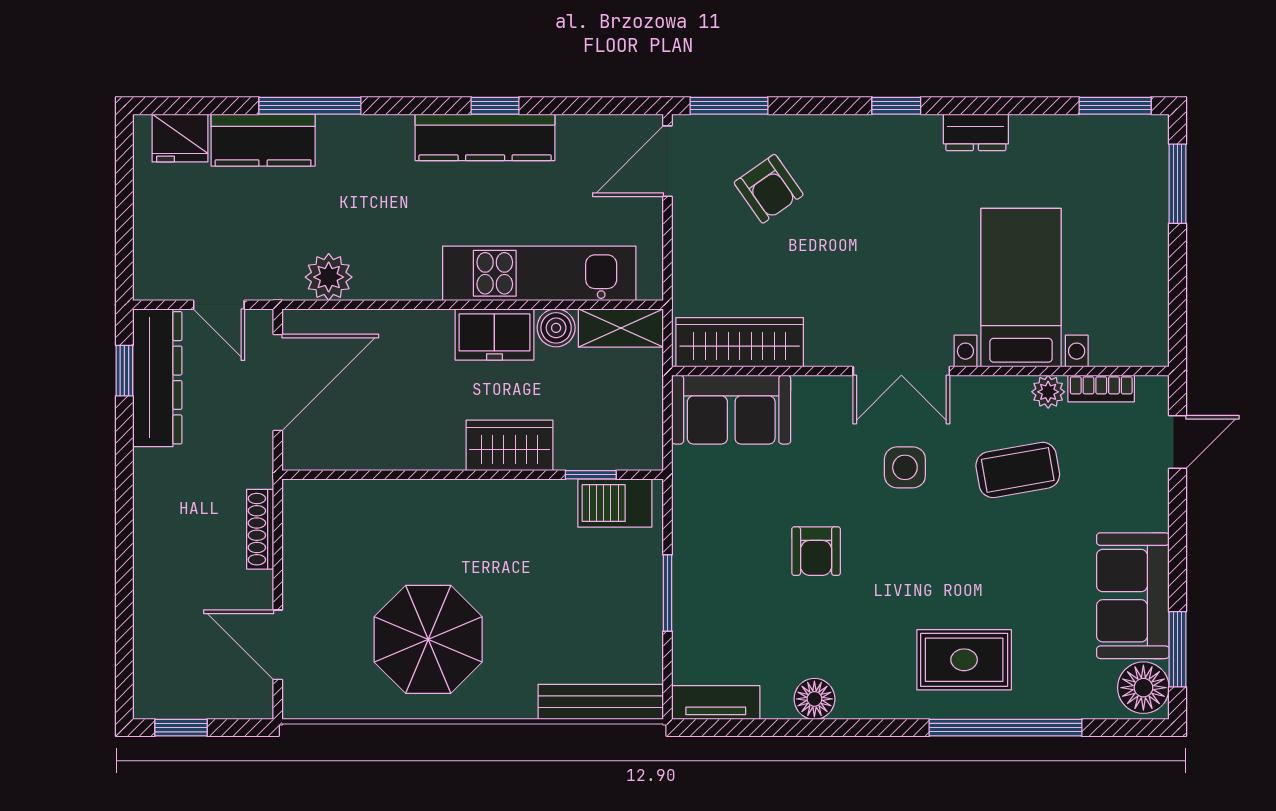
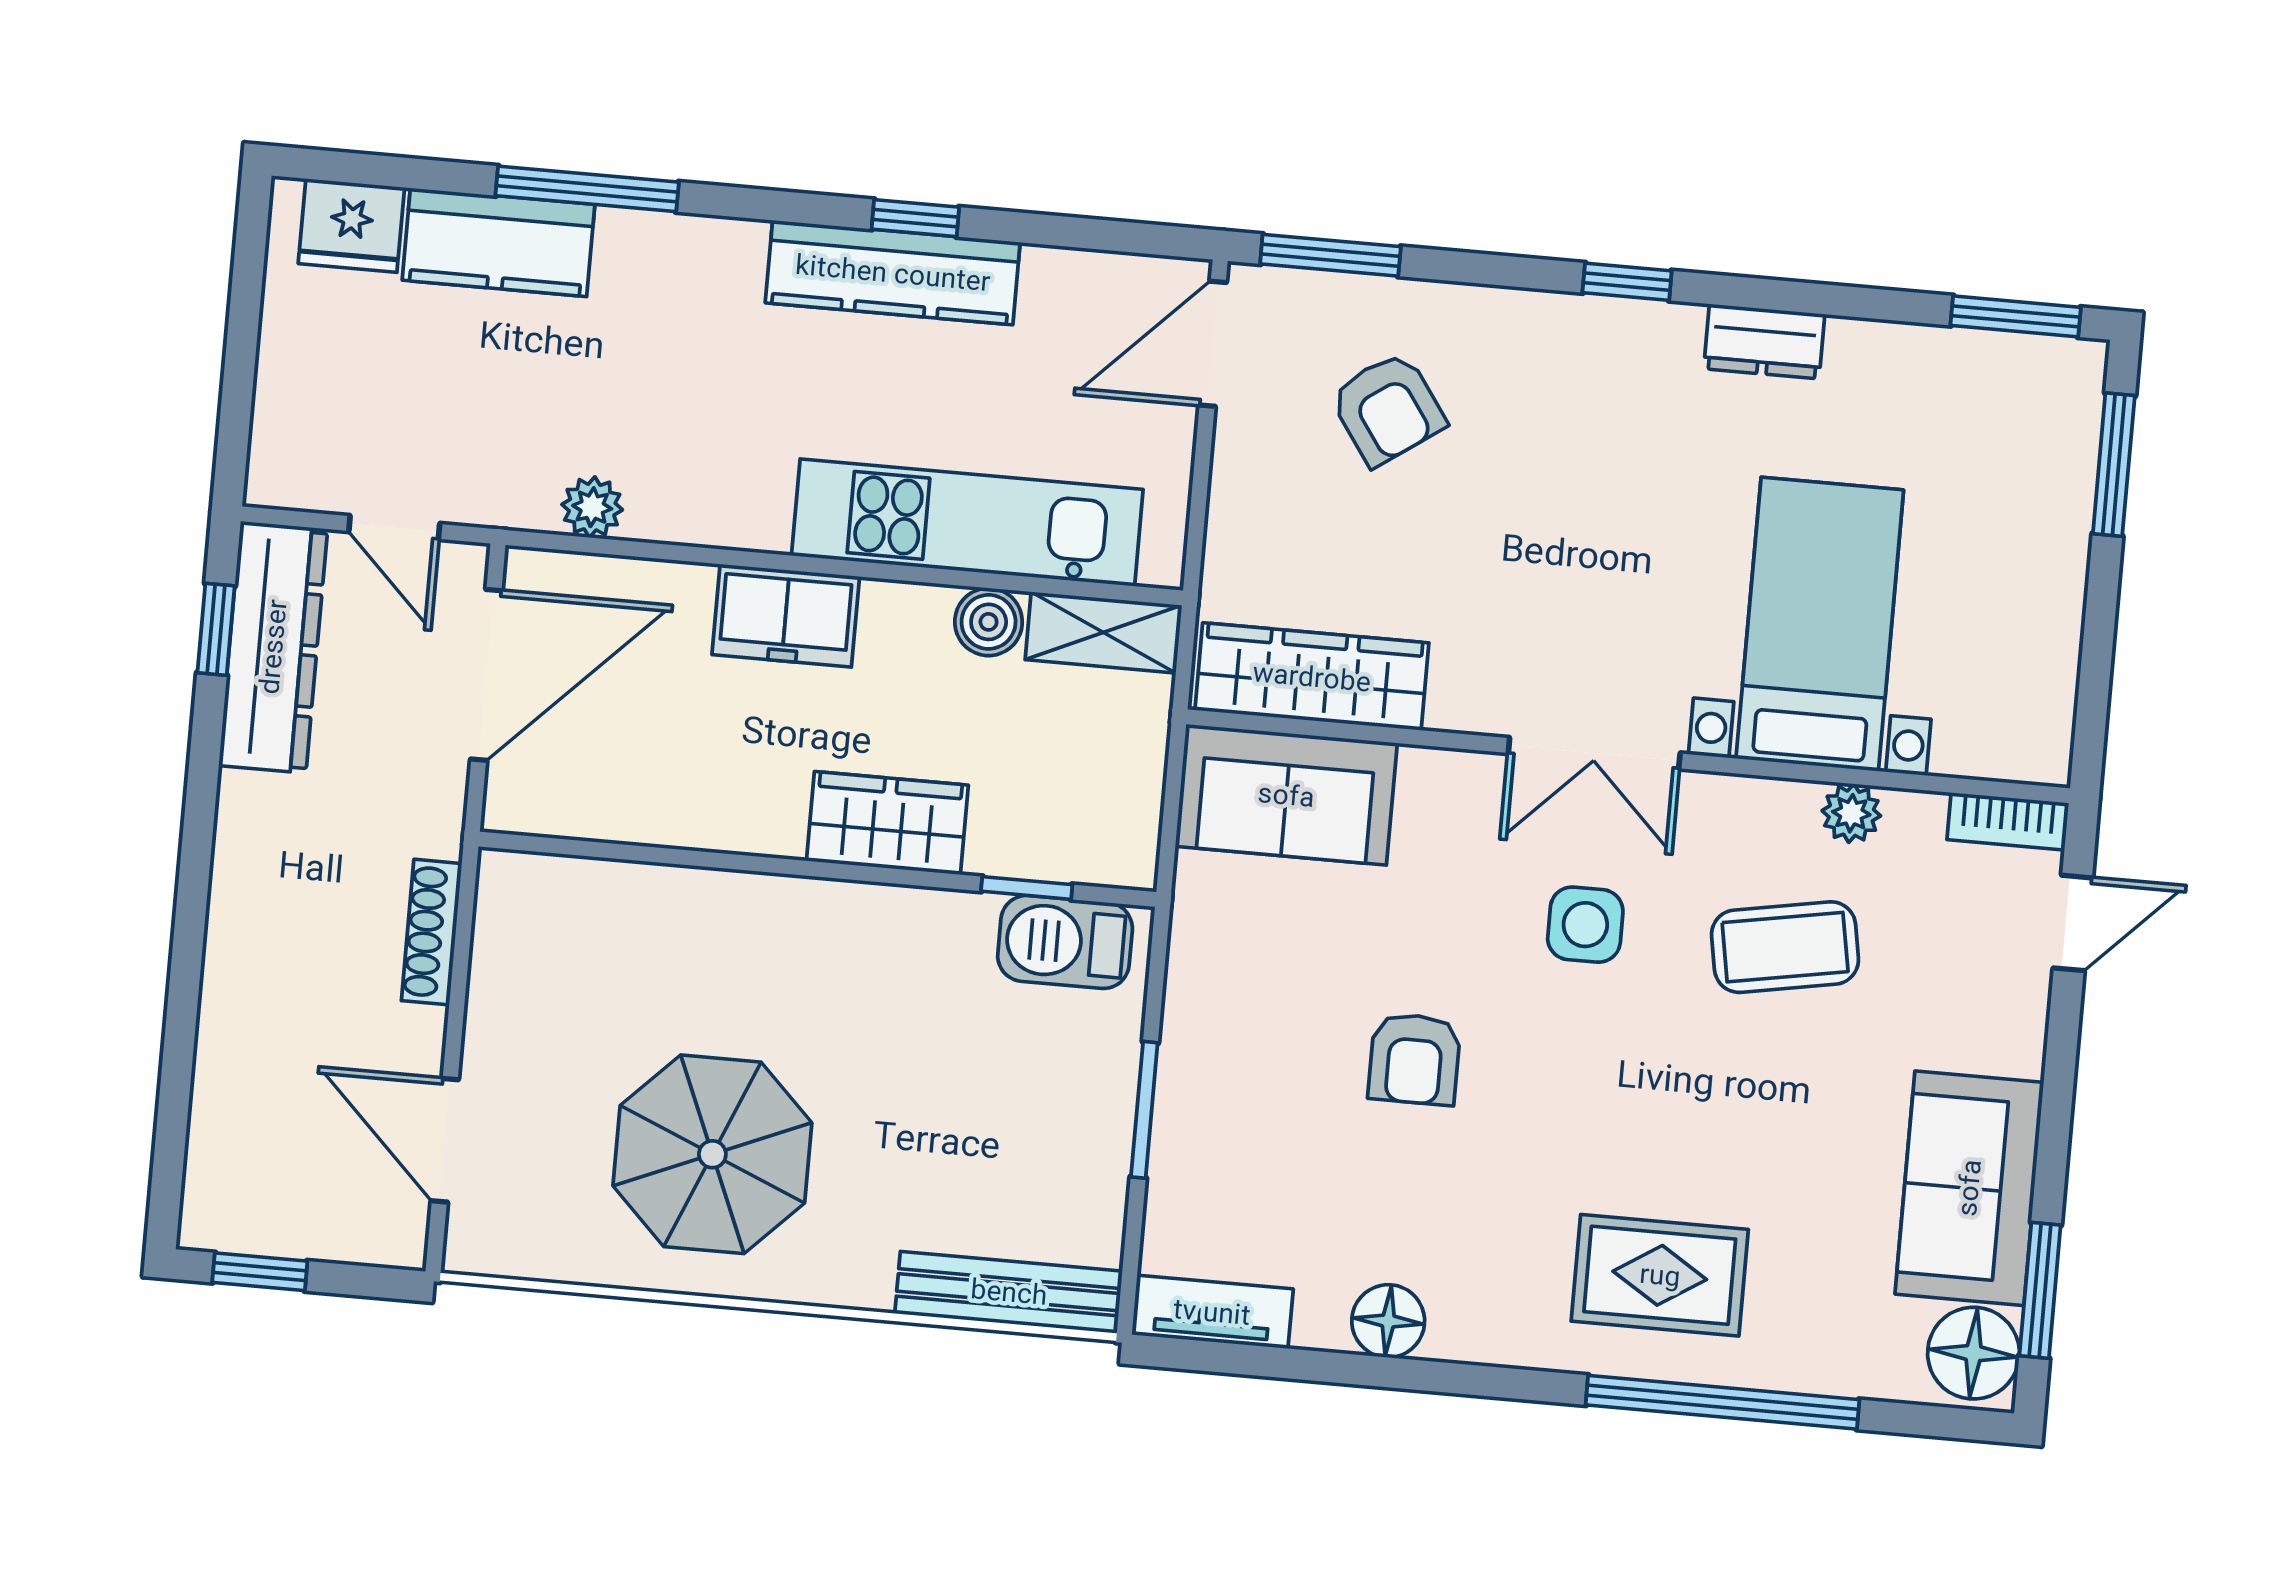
plant: (329, 277) -> (592, 507), width x0.73, depth x0.73
freezer: (494, 334) -> (786, 616), moved
bookcase: (1101, 388) -> (2008, 821), moved

